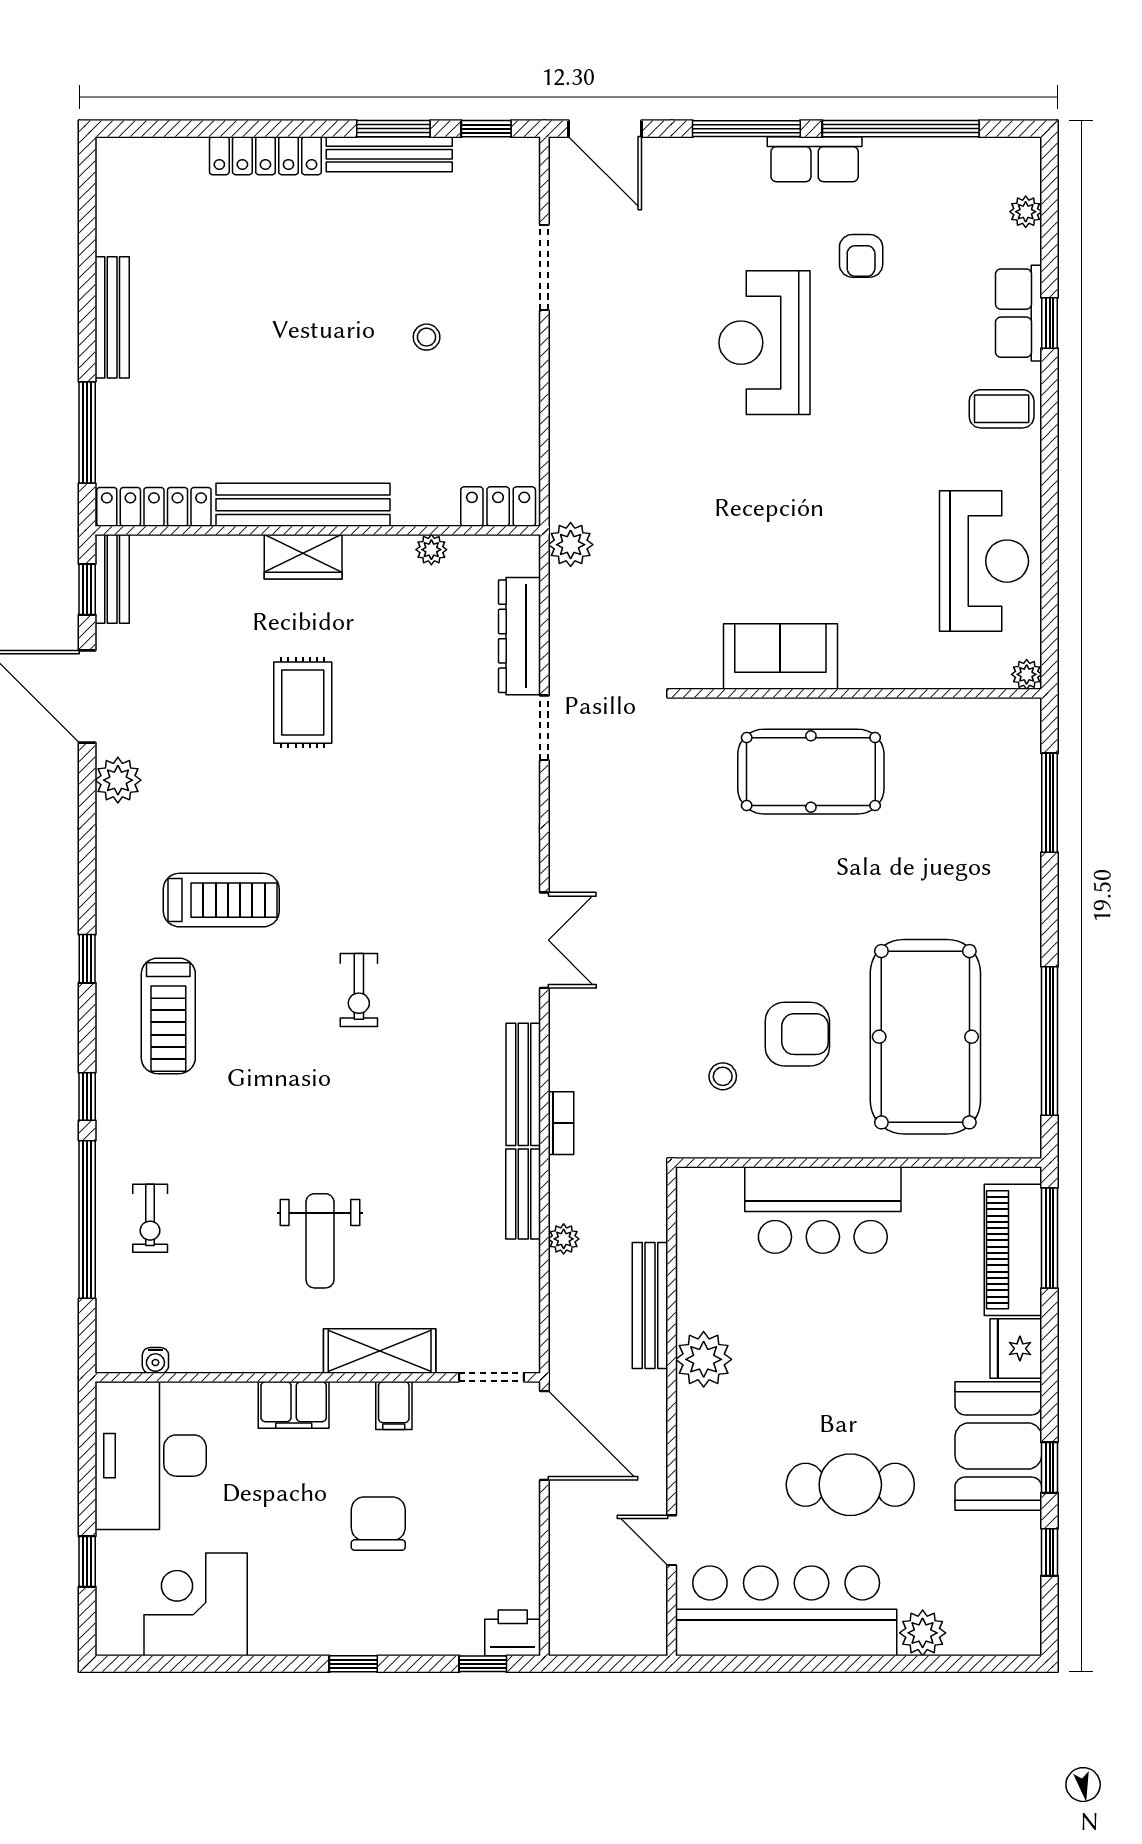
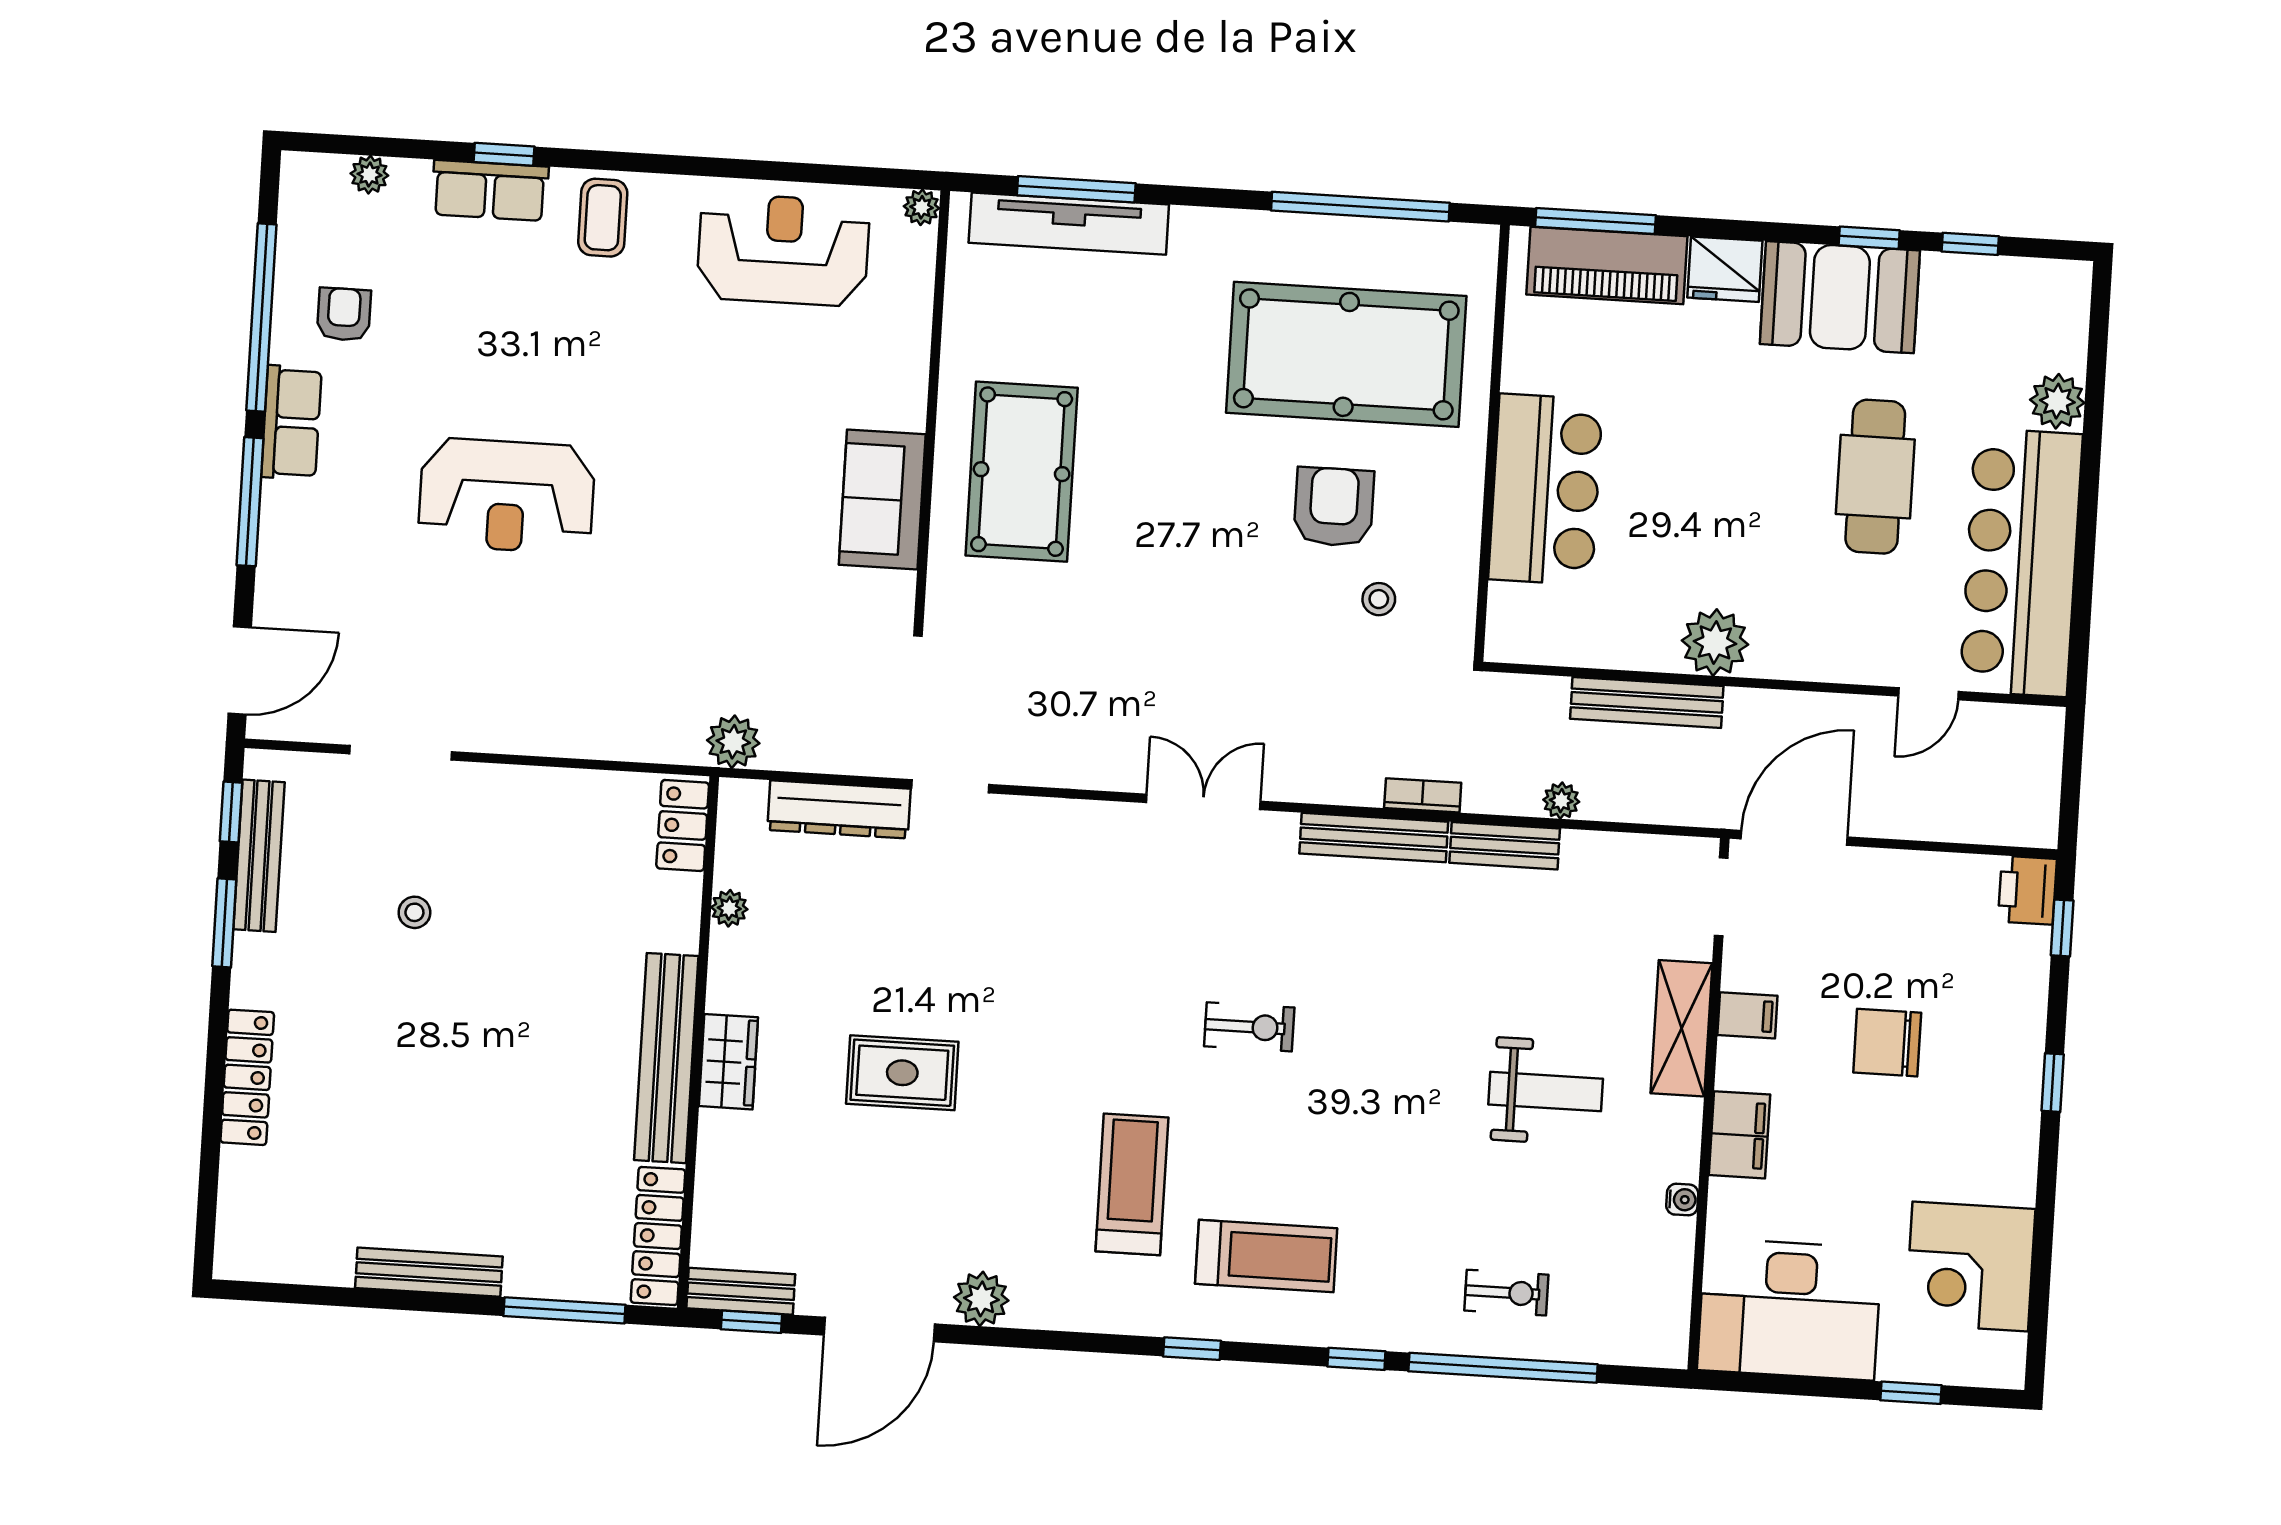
bench: (389, 154) -> (259, 856), moved
armchair: (861, 256) -> (344, 314), moved, turned -90
stool: (427, 337) -> (414, 912), moved
tv unit: (1020, 798) -> (1069, 224), added
water cooler: (155, 1360) -> (1682, 1200), moved

